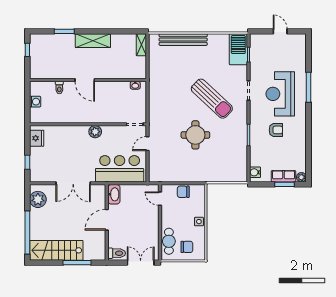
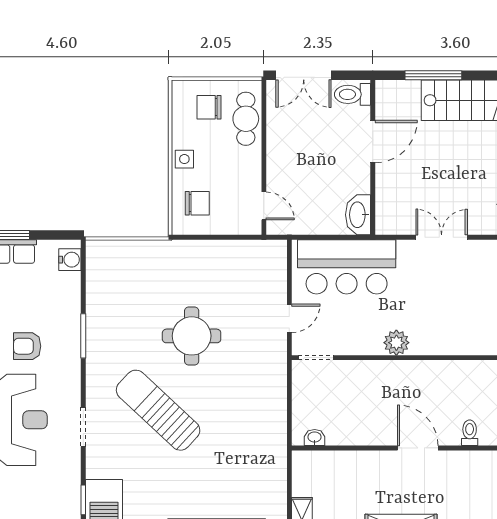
double door: (73, 183) -> (442, 237), width x0.73
chair: (183, 192) -> (197, 203), moved
door: (107, 220) -> (373, 142), moved

